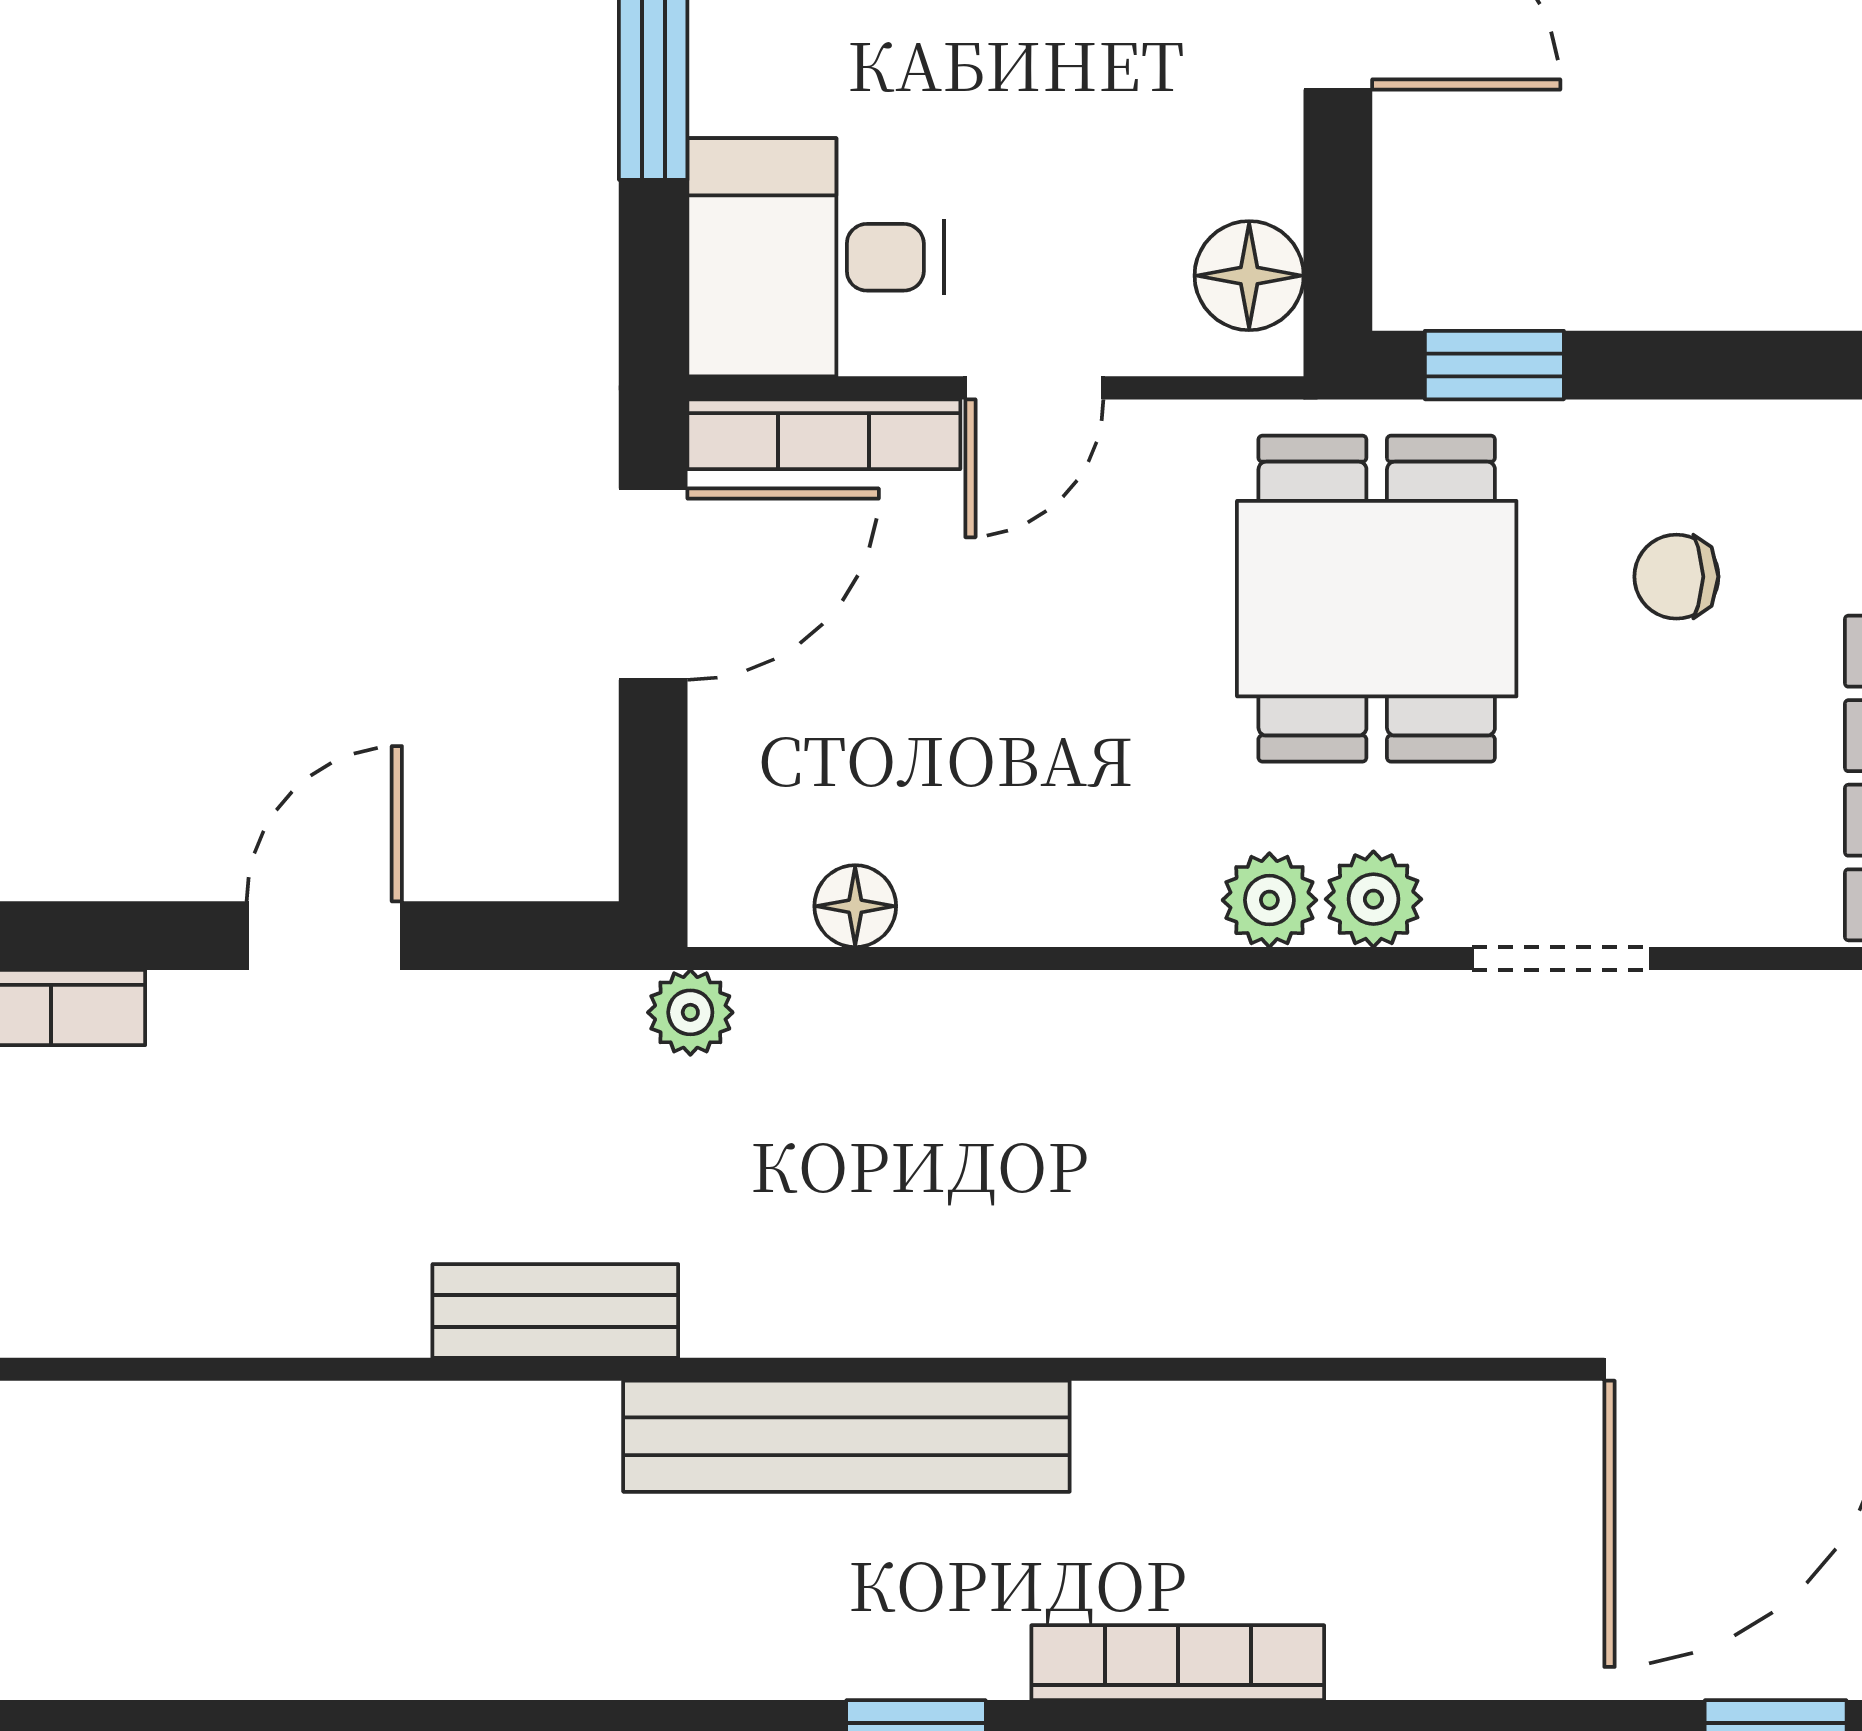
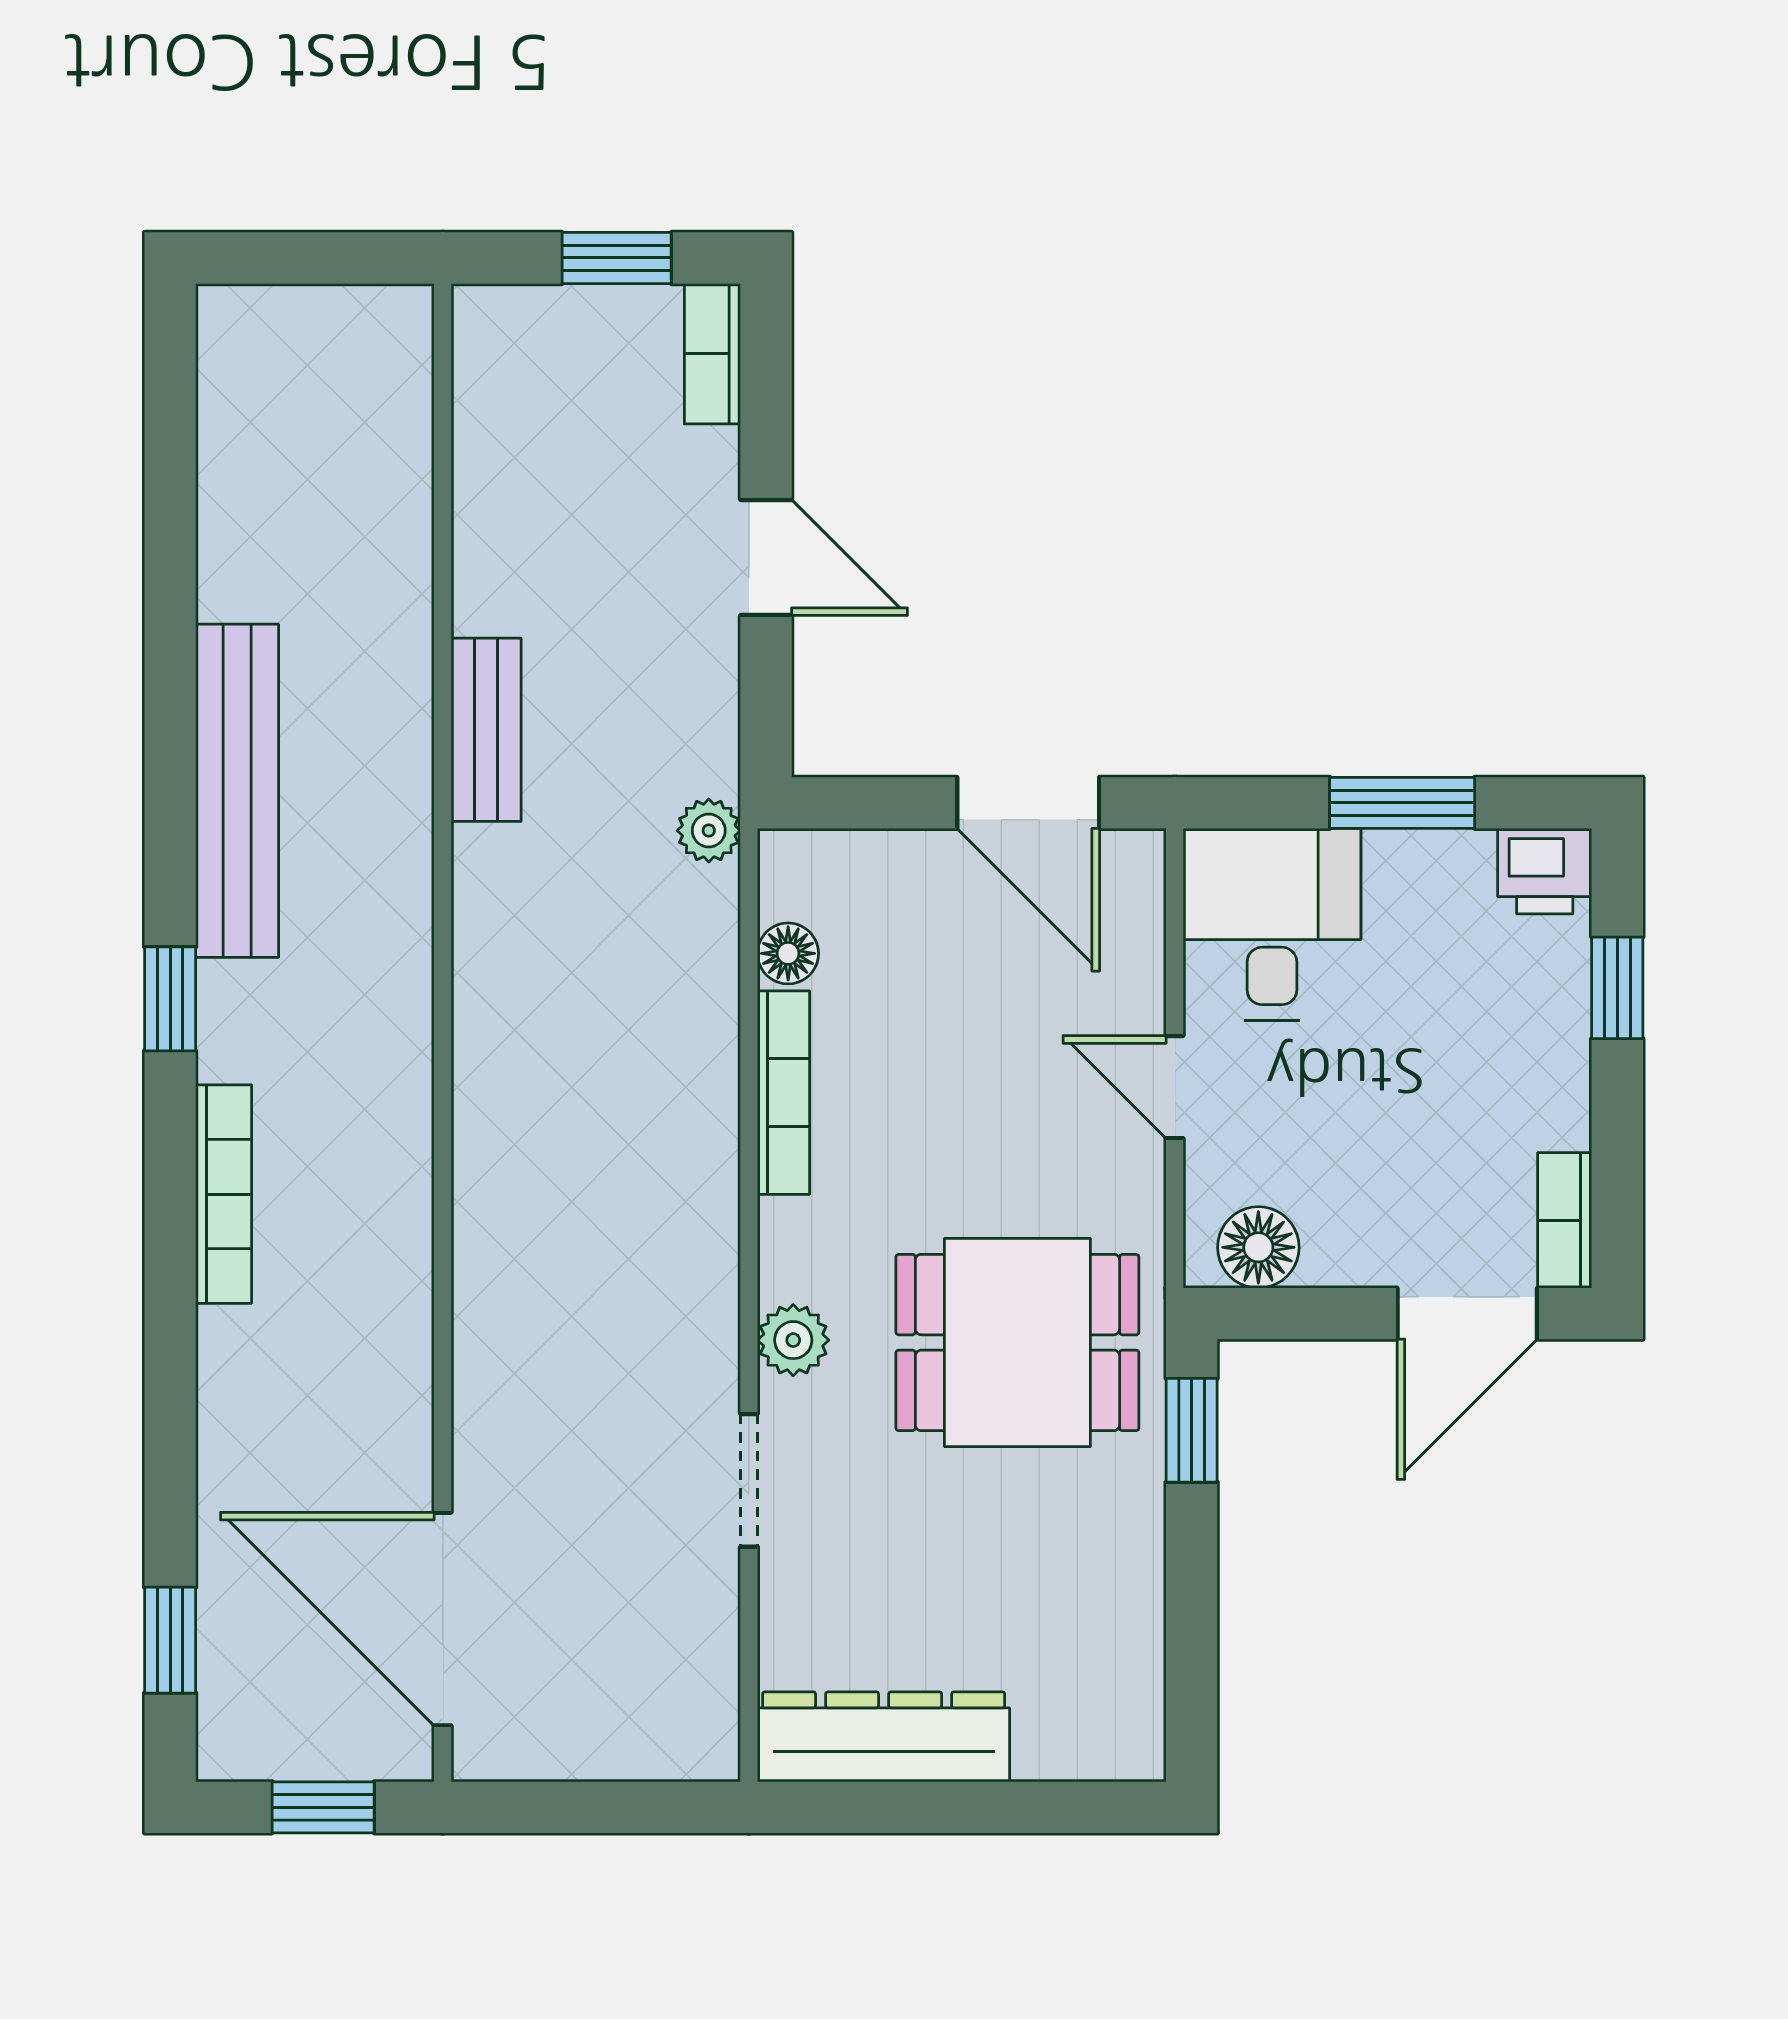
bookcase: (824, 434) -> (784, 1093), moved, turned 180
chair: (1676, 577) -> (1034, 1566), removed
plant: (1269, 900) -> (793, 1262), removed
bench: (846, 1436) -> (237, 791), moved

